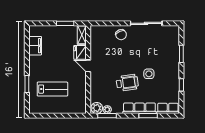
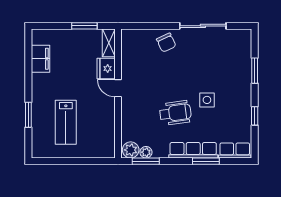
lab bench: (52, 89) -> (66, 122), turned 90

